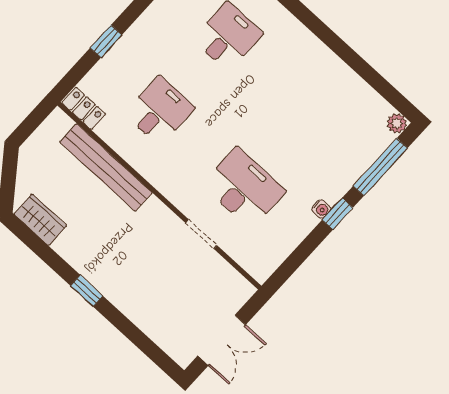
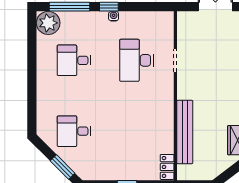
desk: (160, 111) -> (74, 60), moved
plant: (397, 123) -> (48, 23), width x1.87, depth x1.87

